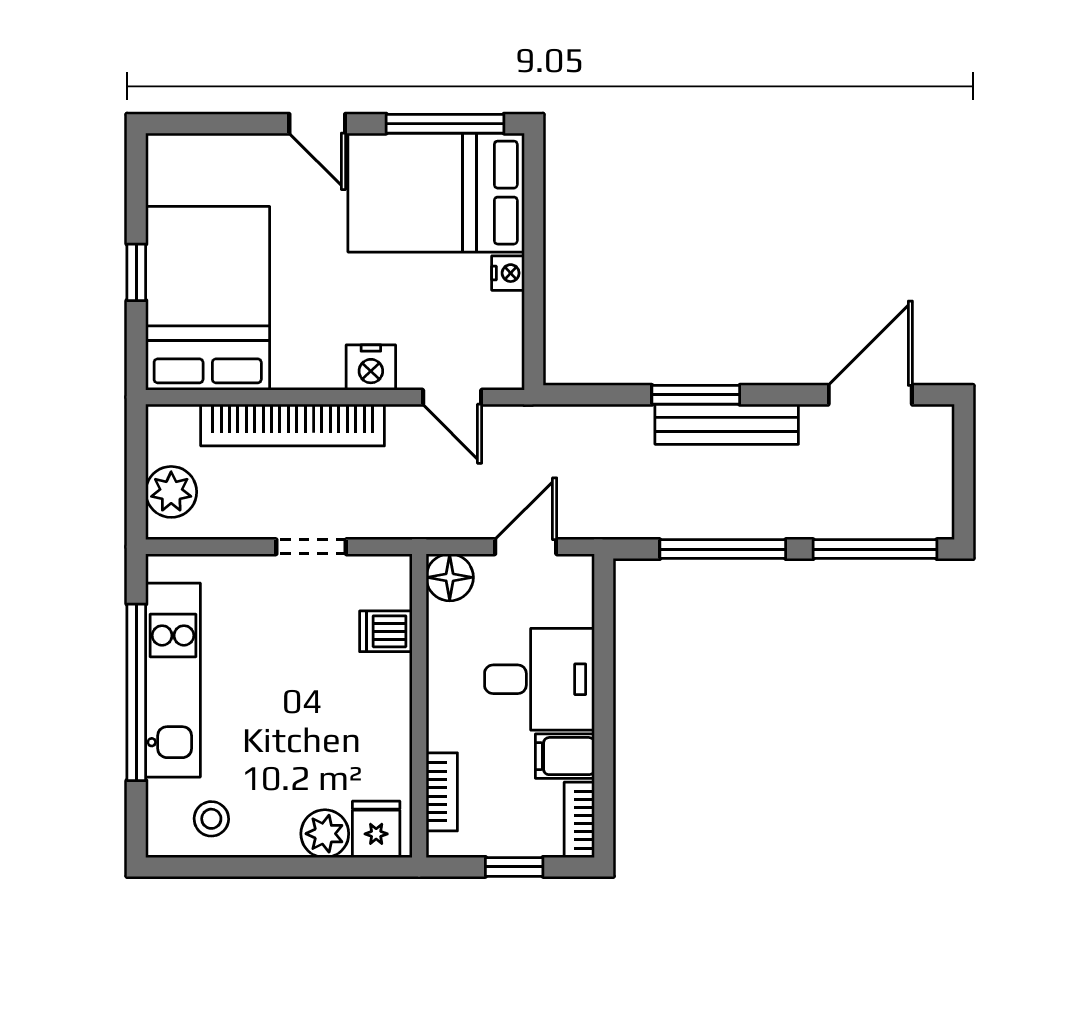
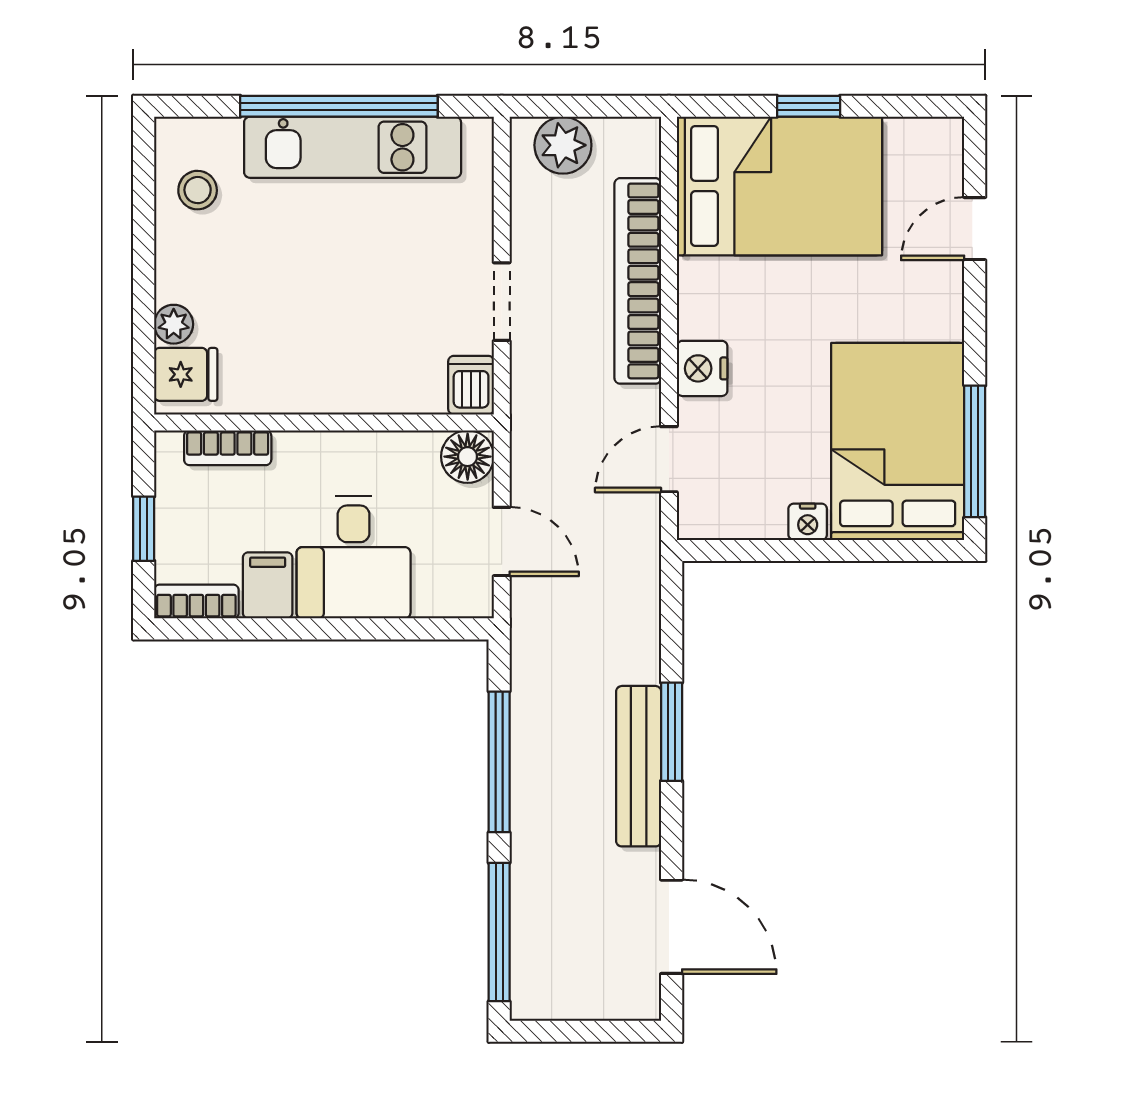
door: (317, 124) -> (975, 229), moved
dishwasher: (386, 631) -> (471, 385), moved
plant: (325, 834) -> (174, 324), width x0.73, depth x0.73

